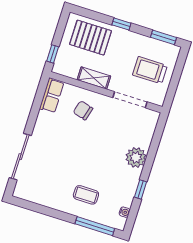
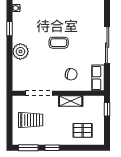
window: (121, 24) -> (52, 148), moved
pallet: (91, 38) -> (83, 130), width x0.67, depth x0.71
sliding door: (20, 157) -> (107, 45), moved
coffee table: (86, 195) -> (59, 43), moved

